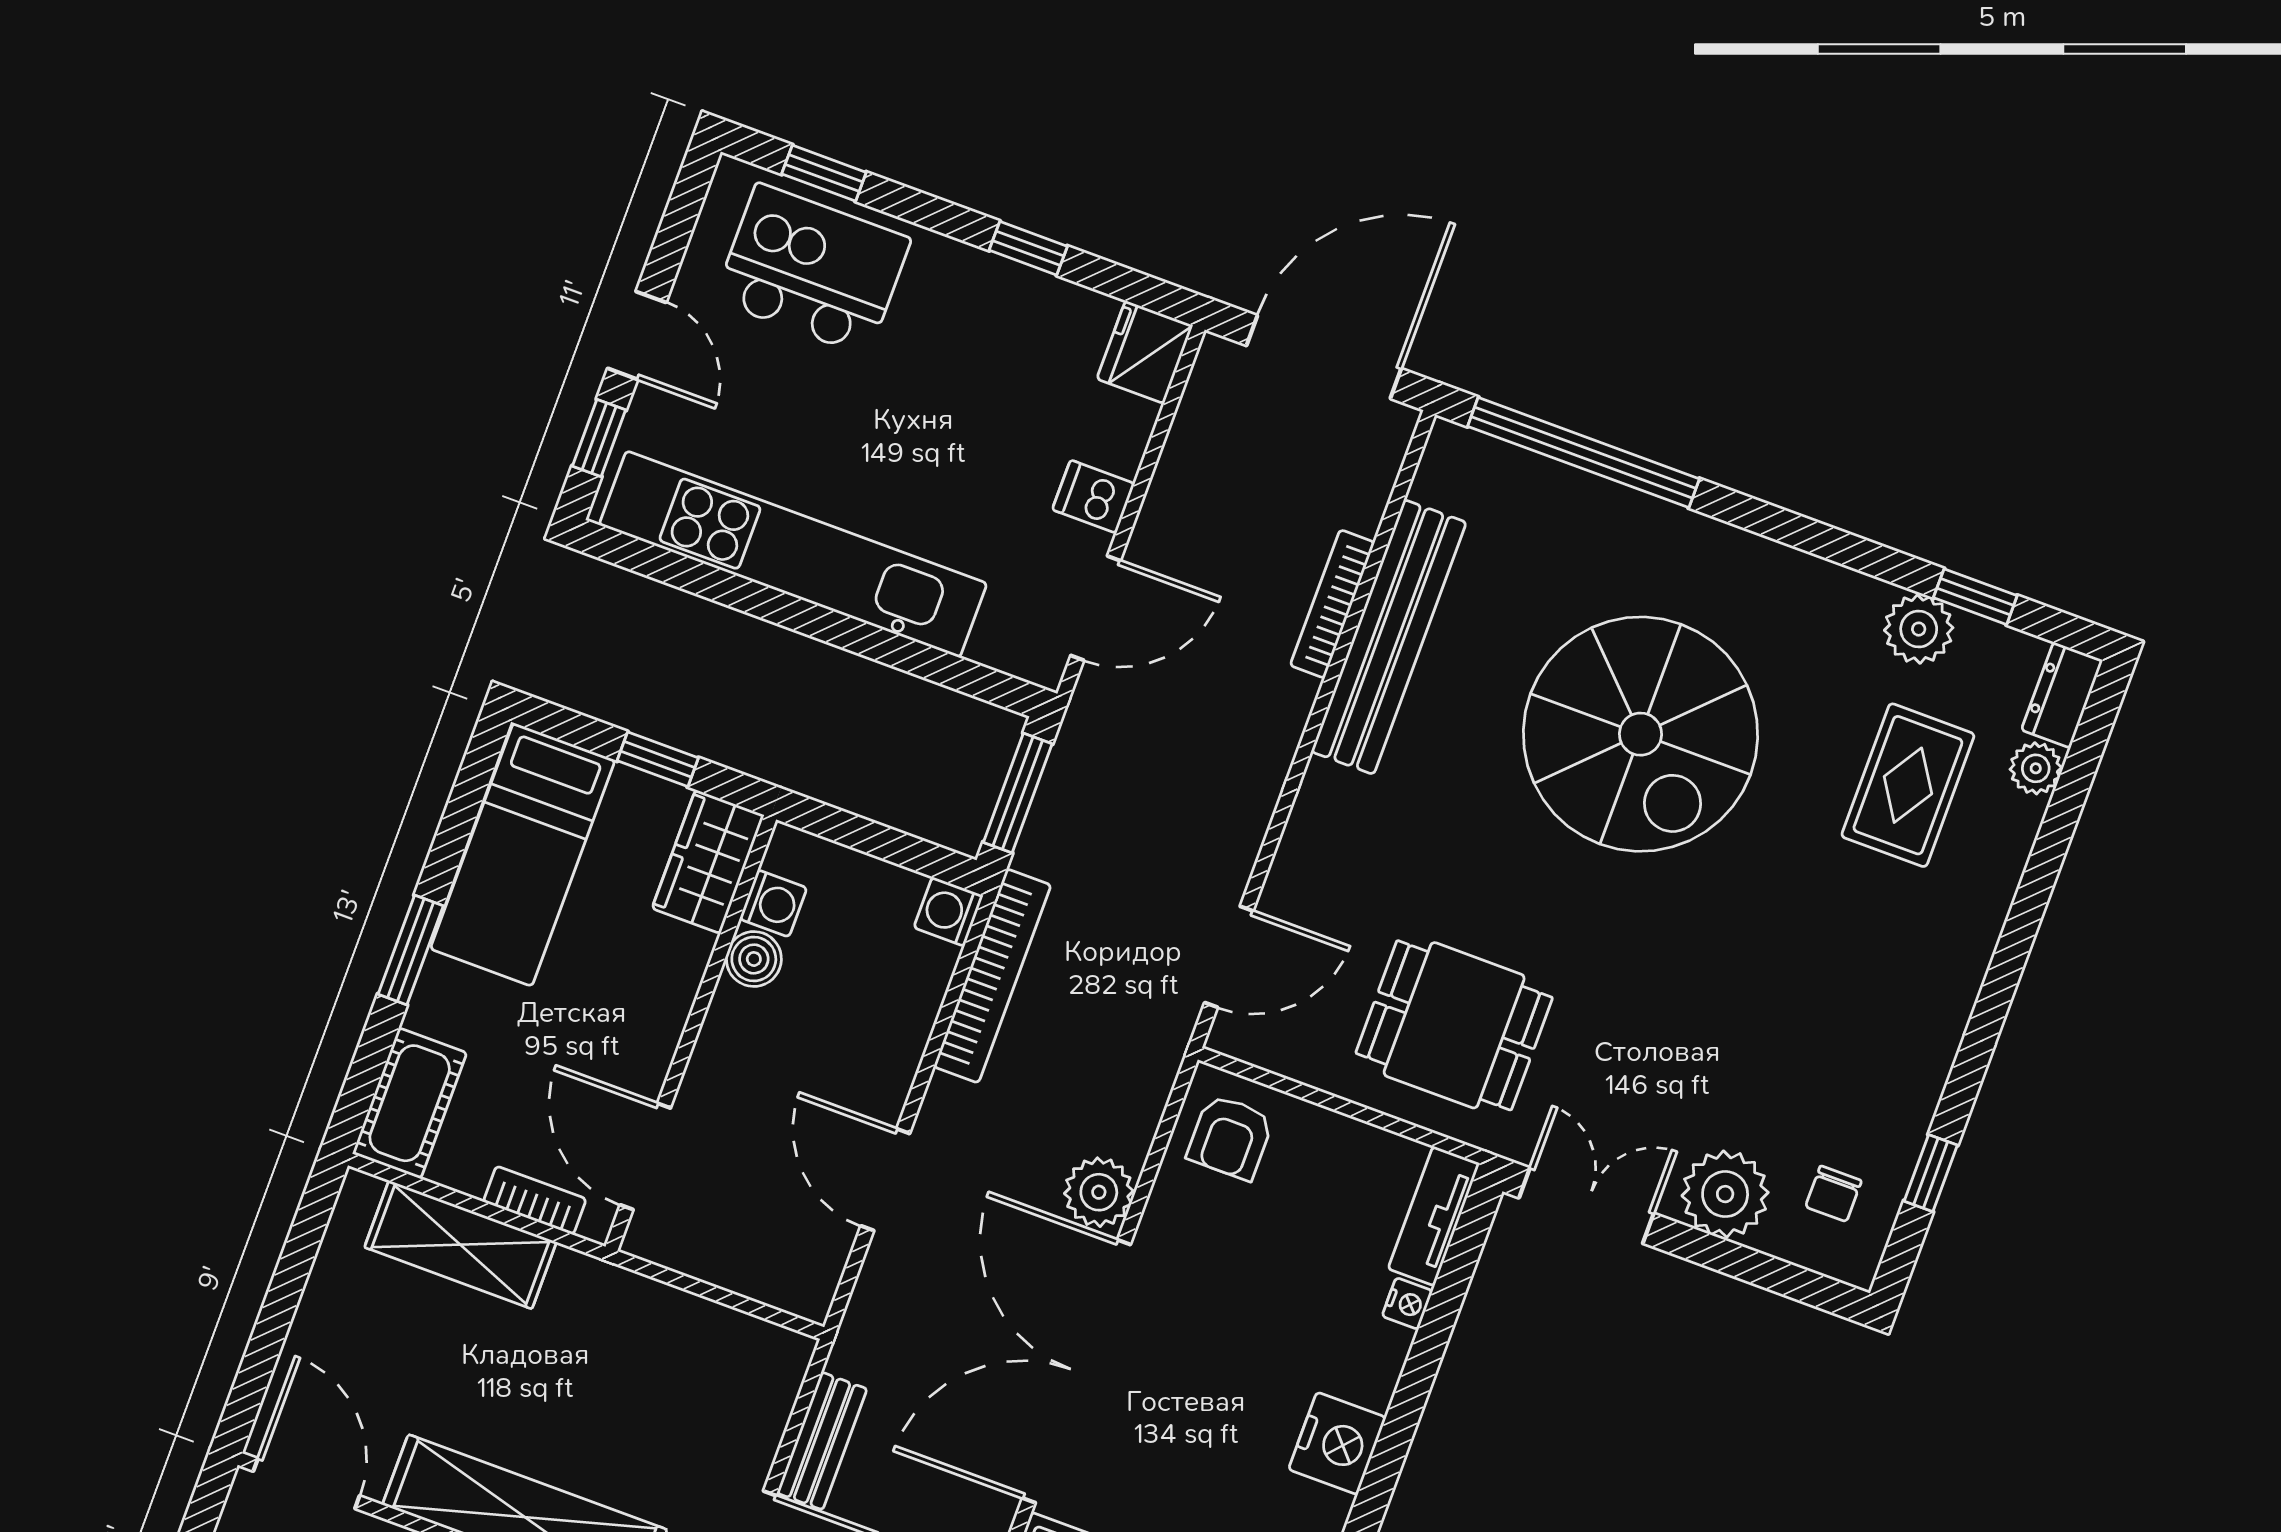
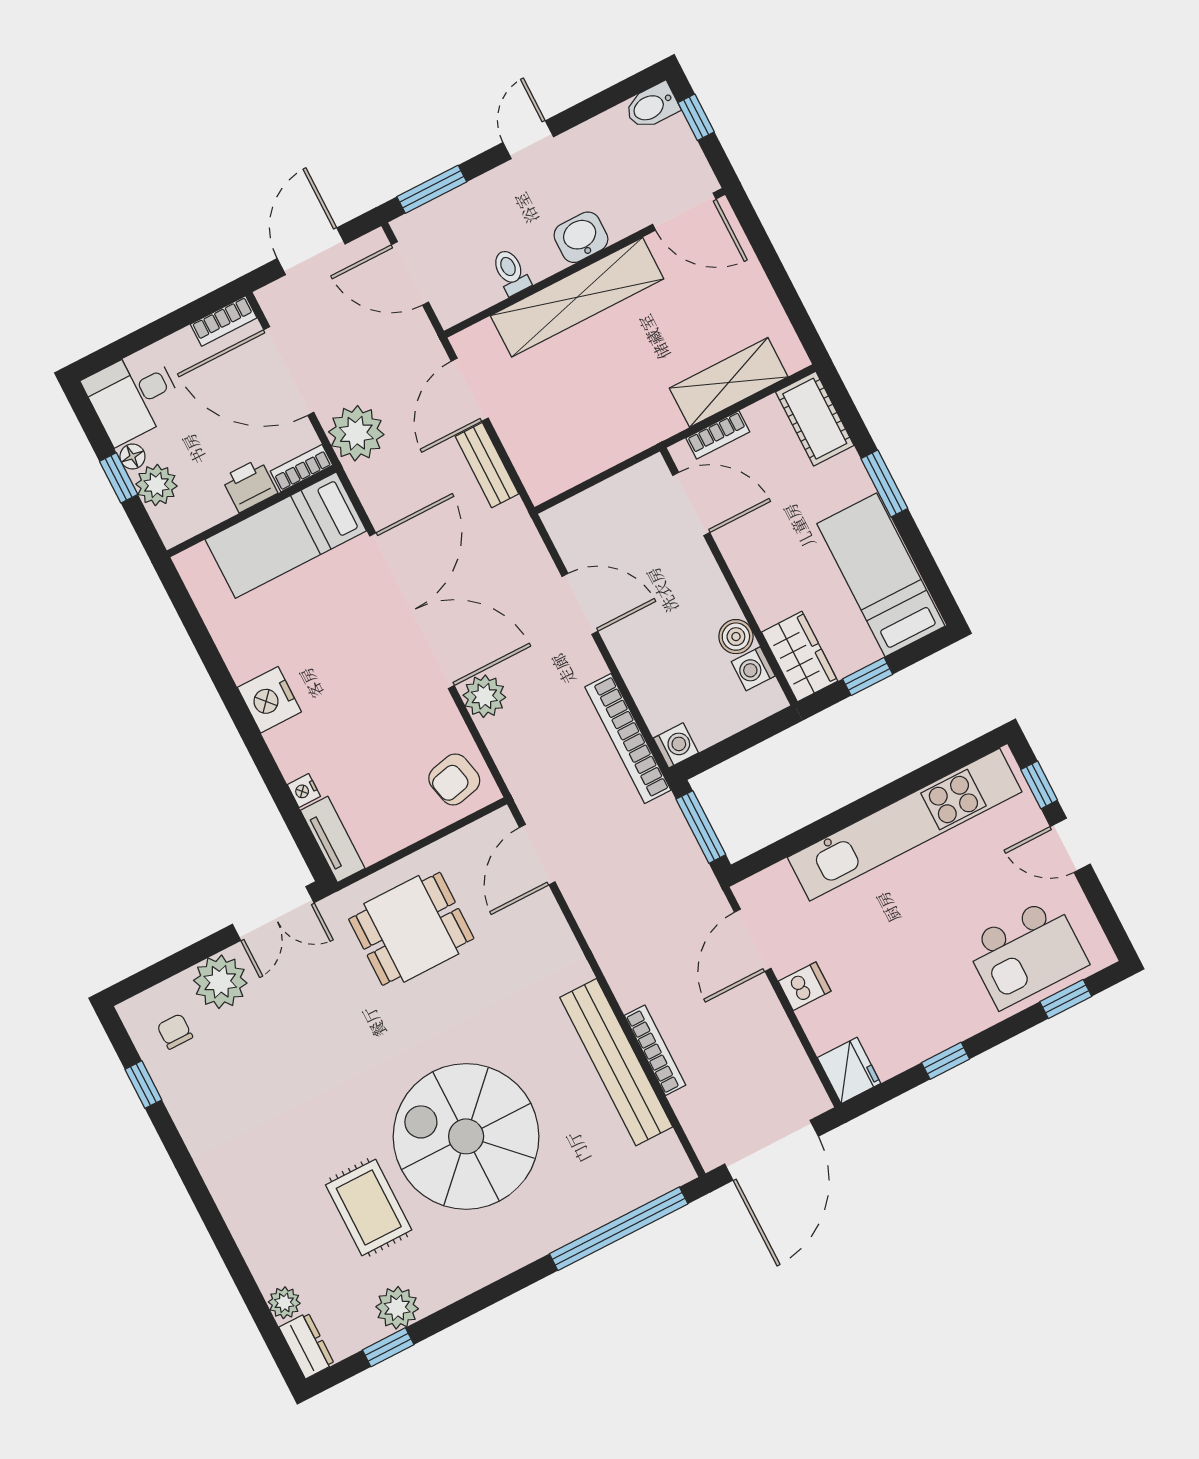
rug: (1908, 785) -> (369, 1207), moved
armchair: (1230, 1137) -> (454, 779), turned -103

